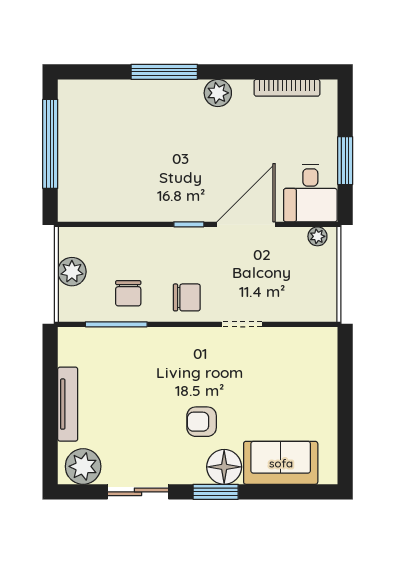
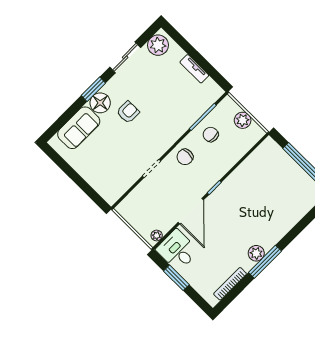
window: (164, 72) -> (265, 262), moved
tv unit: (68, 404) -> (194, 69), width x0.71

